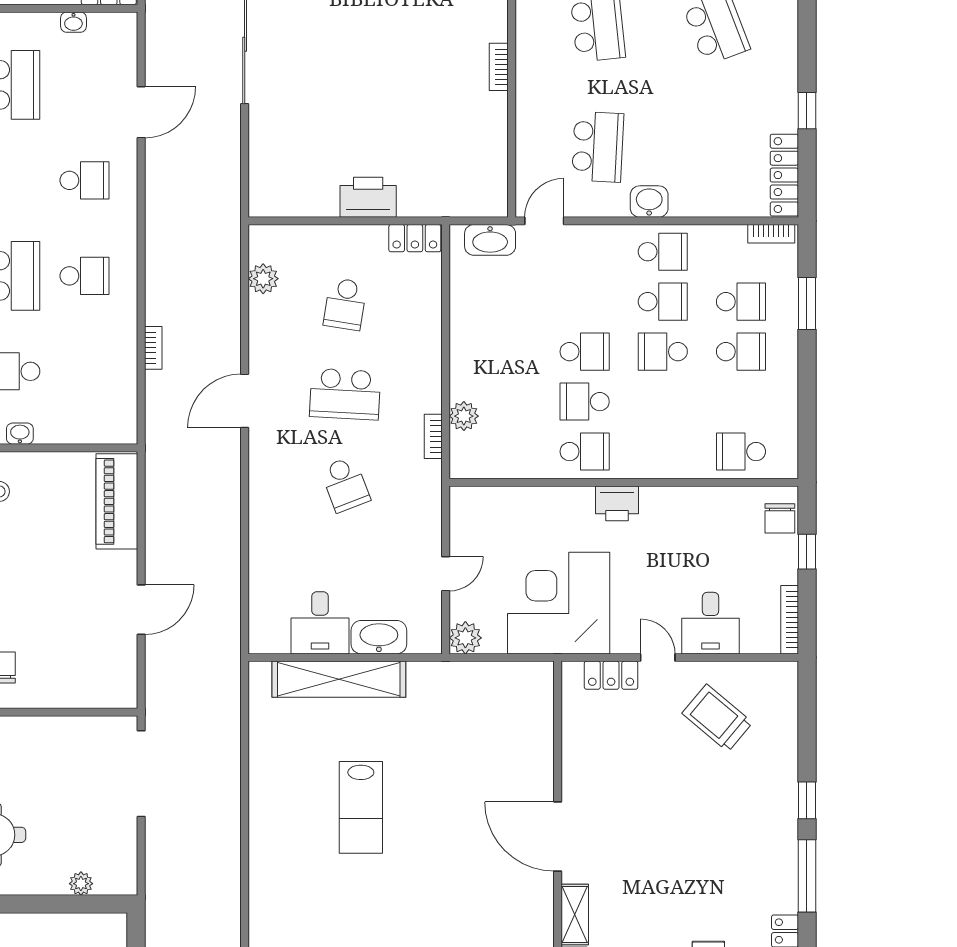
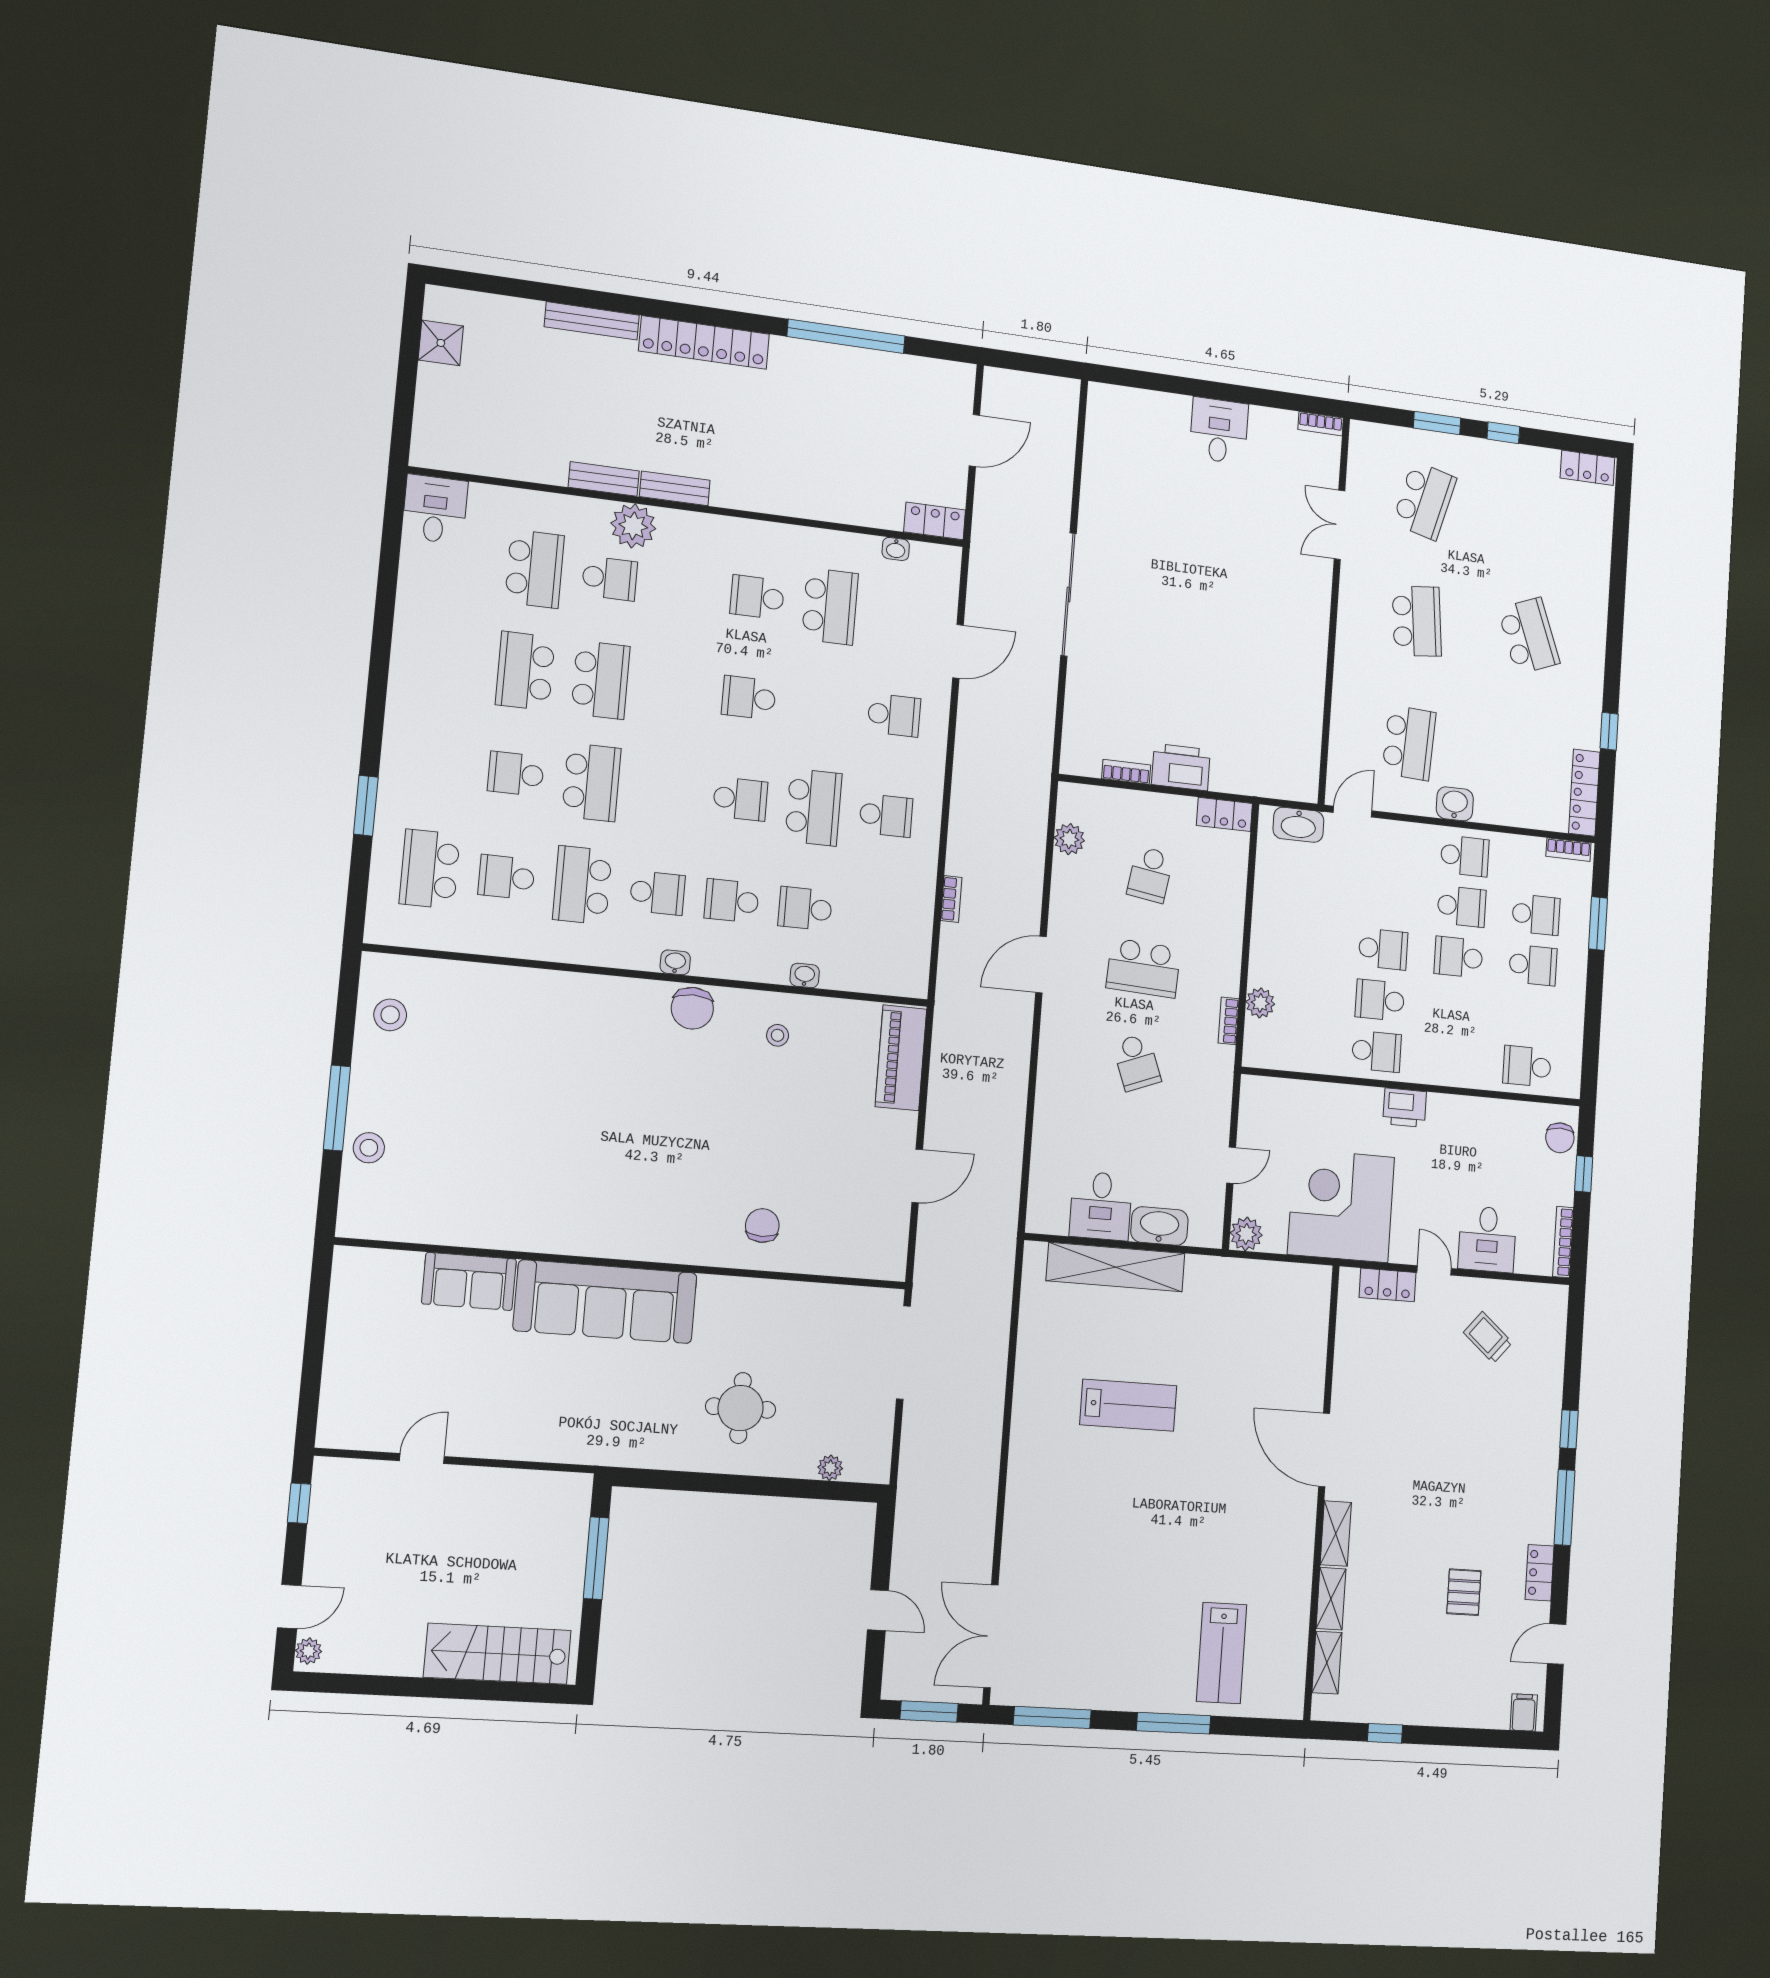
bookcase: (499, 67) -> (1126, 772), moved, turned 90
trolley: (717, 718) -> (1488, 1337), width x0.73, depth x0.72
lab bench: (361, 807) -> (1128, 1405), turned -90

